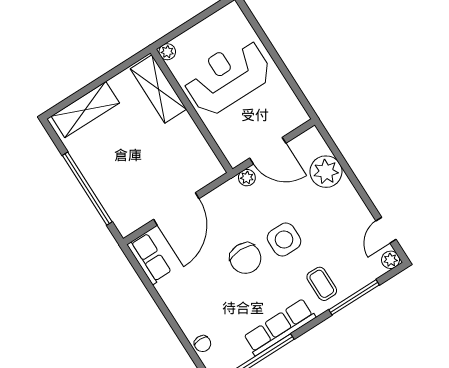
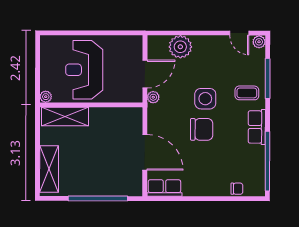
row of seats: (280, 327) -> (257, 127), width x0.68

